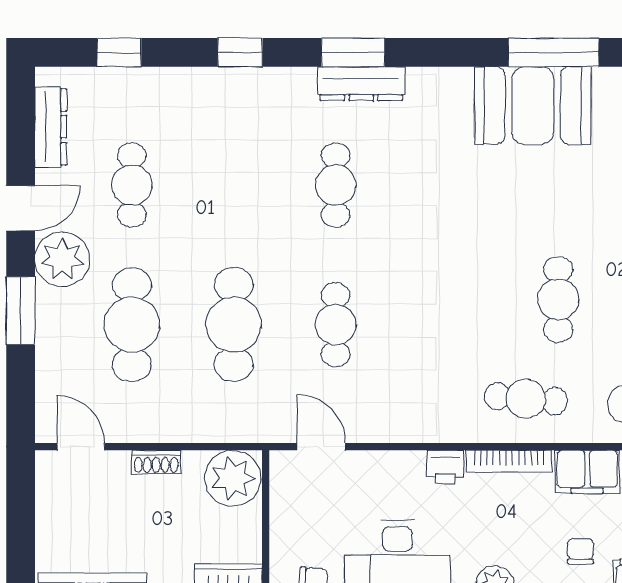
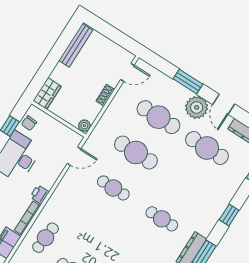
cafe table: (132, 185) -> (207, 148), width x1.37, depth x1.35
plant: (233, 478) -> (84, 126), width x0.53, depth x0.53

